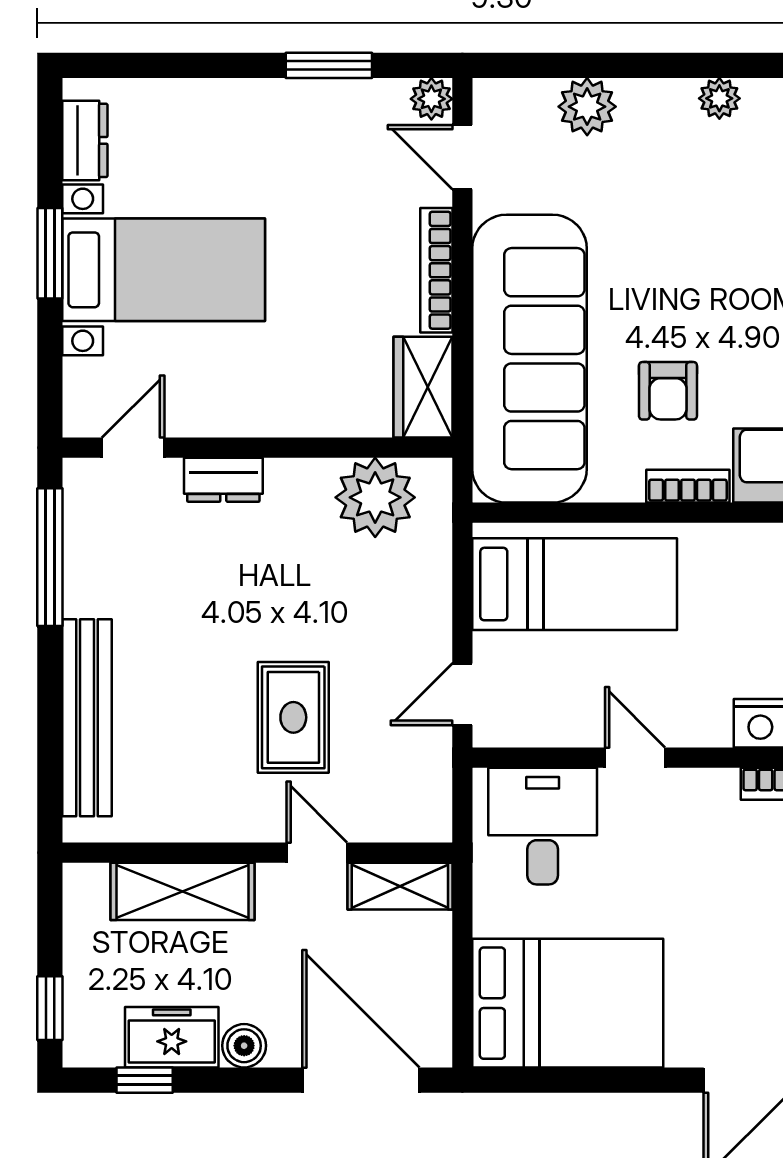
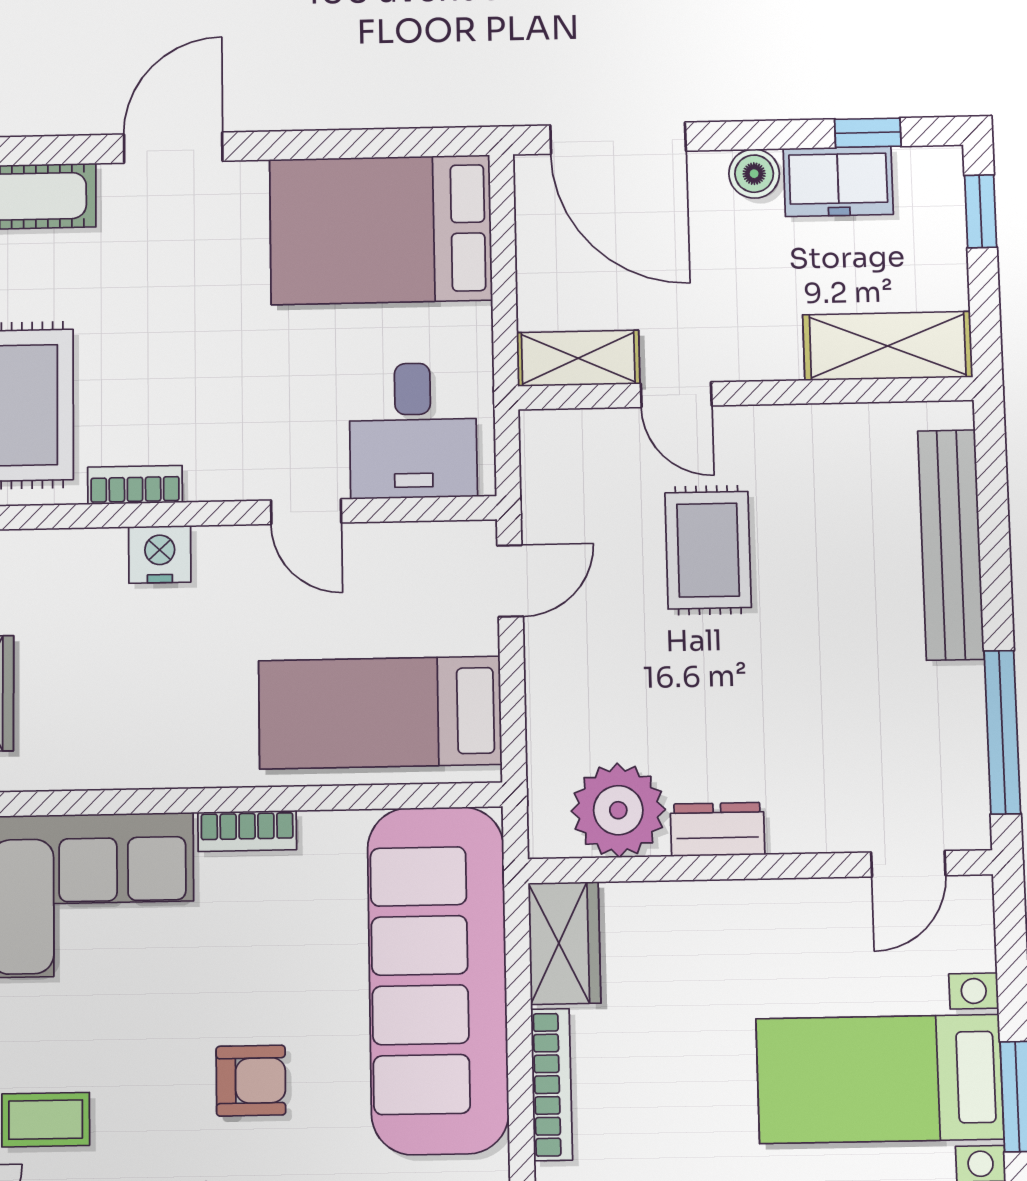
armchair: (668, 391) -> (251, 1081), moved, turned 90
dresser: (223, 480) -> (717, 829), moved
shelving: (183, 891) -> (888, 346), moved

